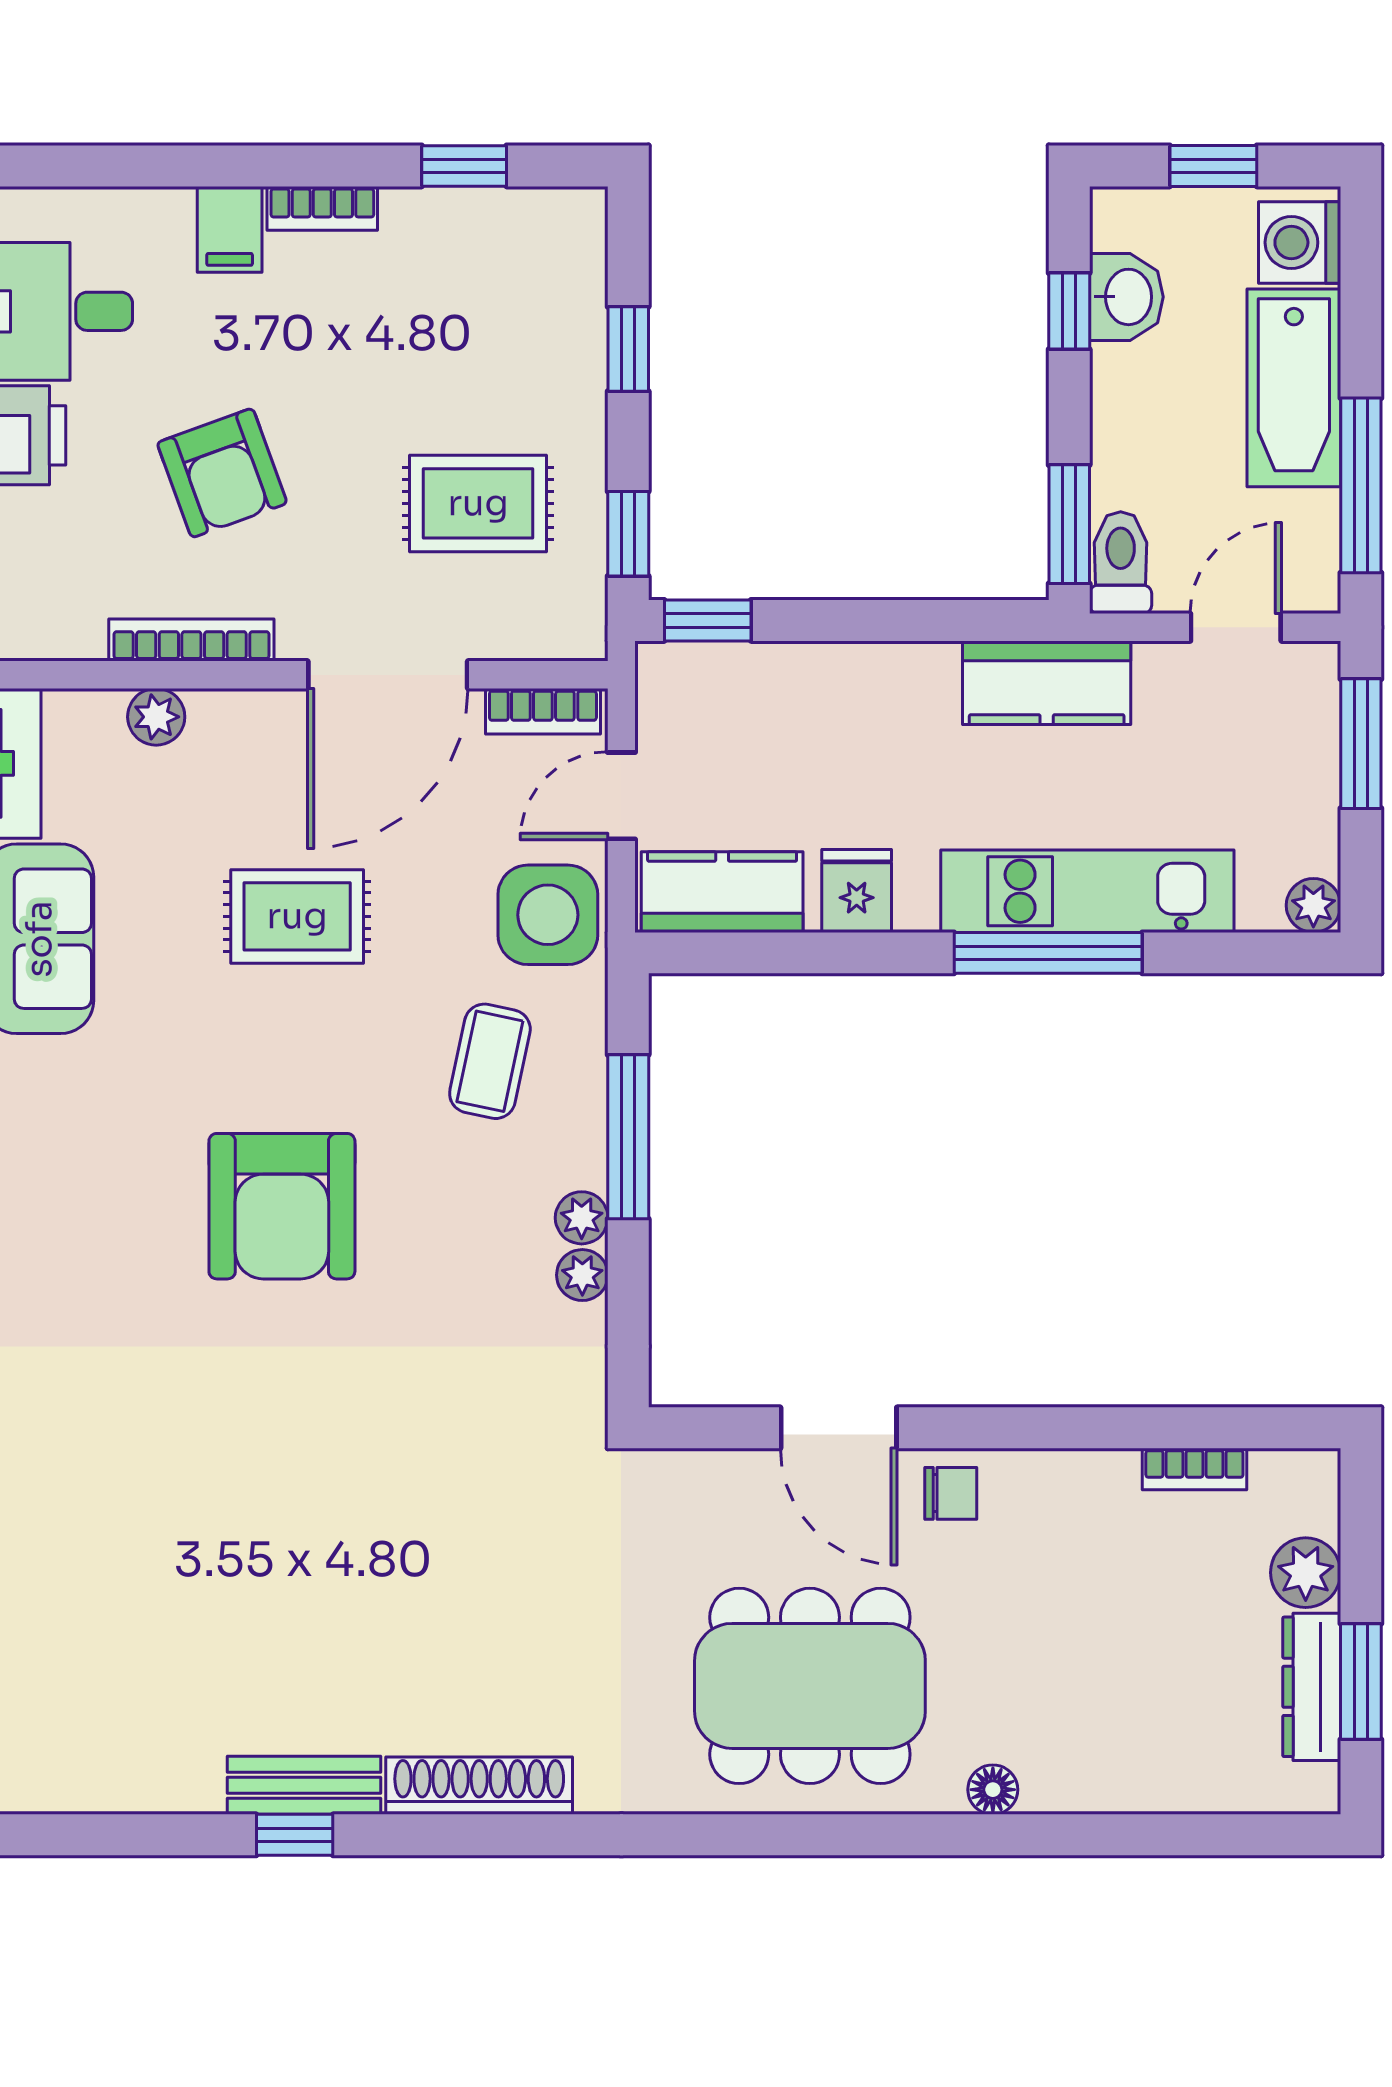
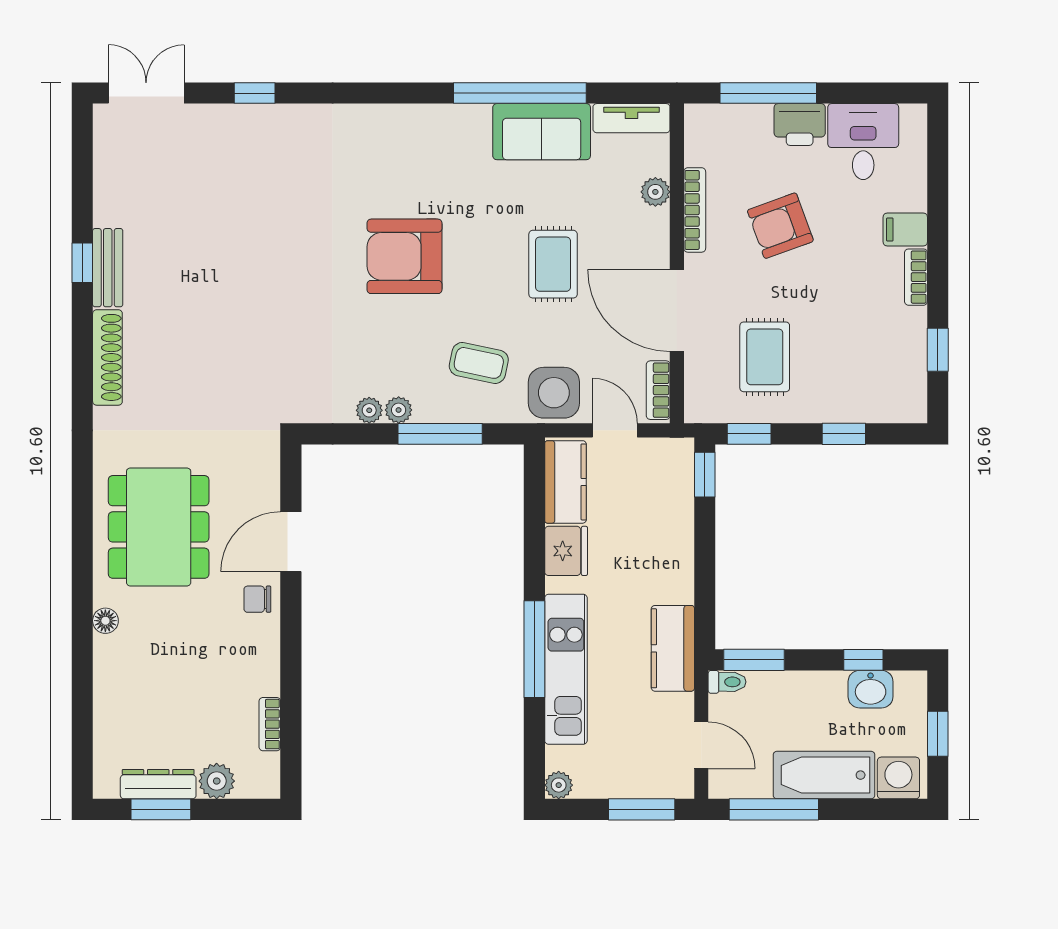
toilet: (1121, 563) -> (727, 682), width x0.73, depth x0.72
fridge: (857, 891) -> (566, 551), width x1.38
chair: (951, 1493) -> (257, 599), turned 90

